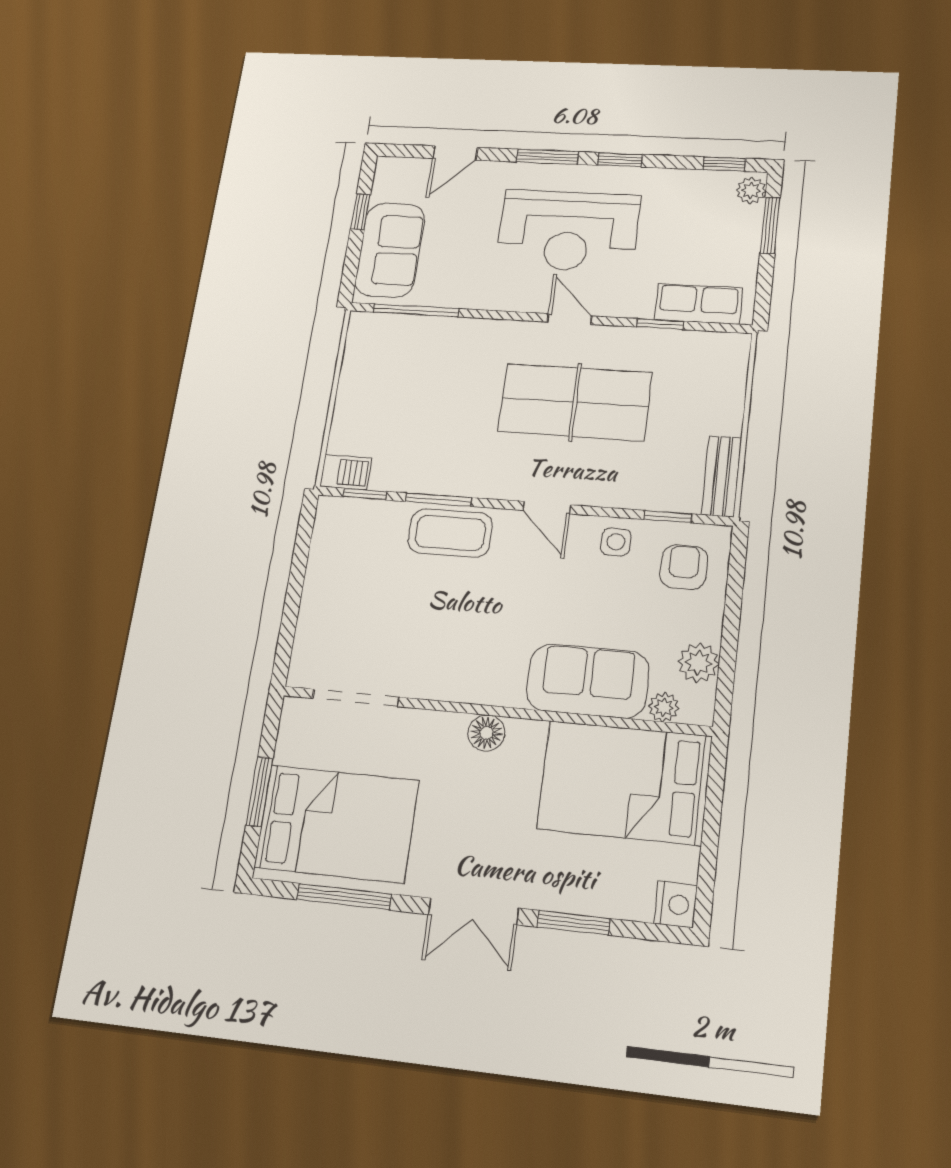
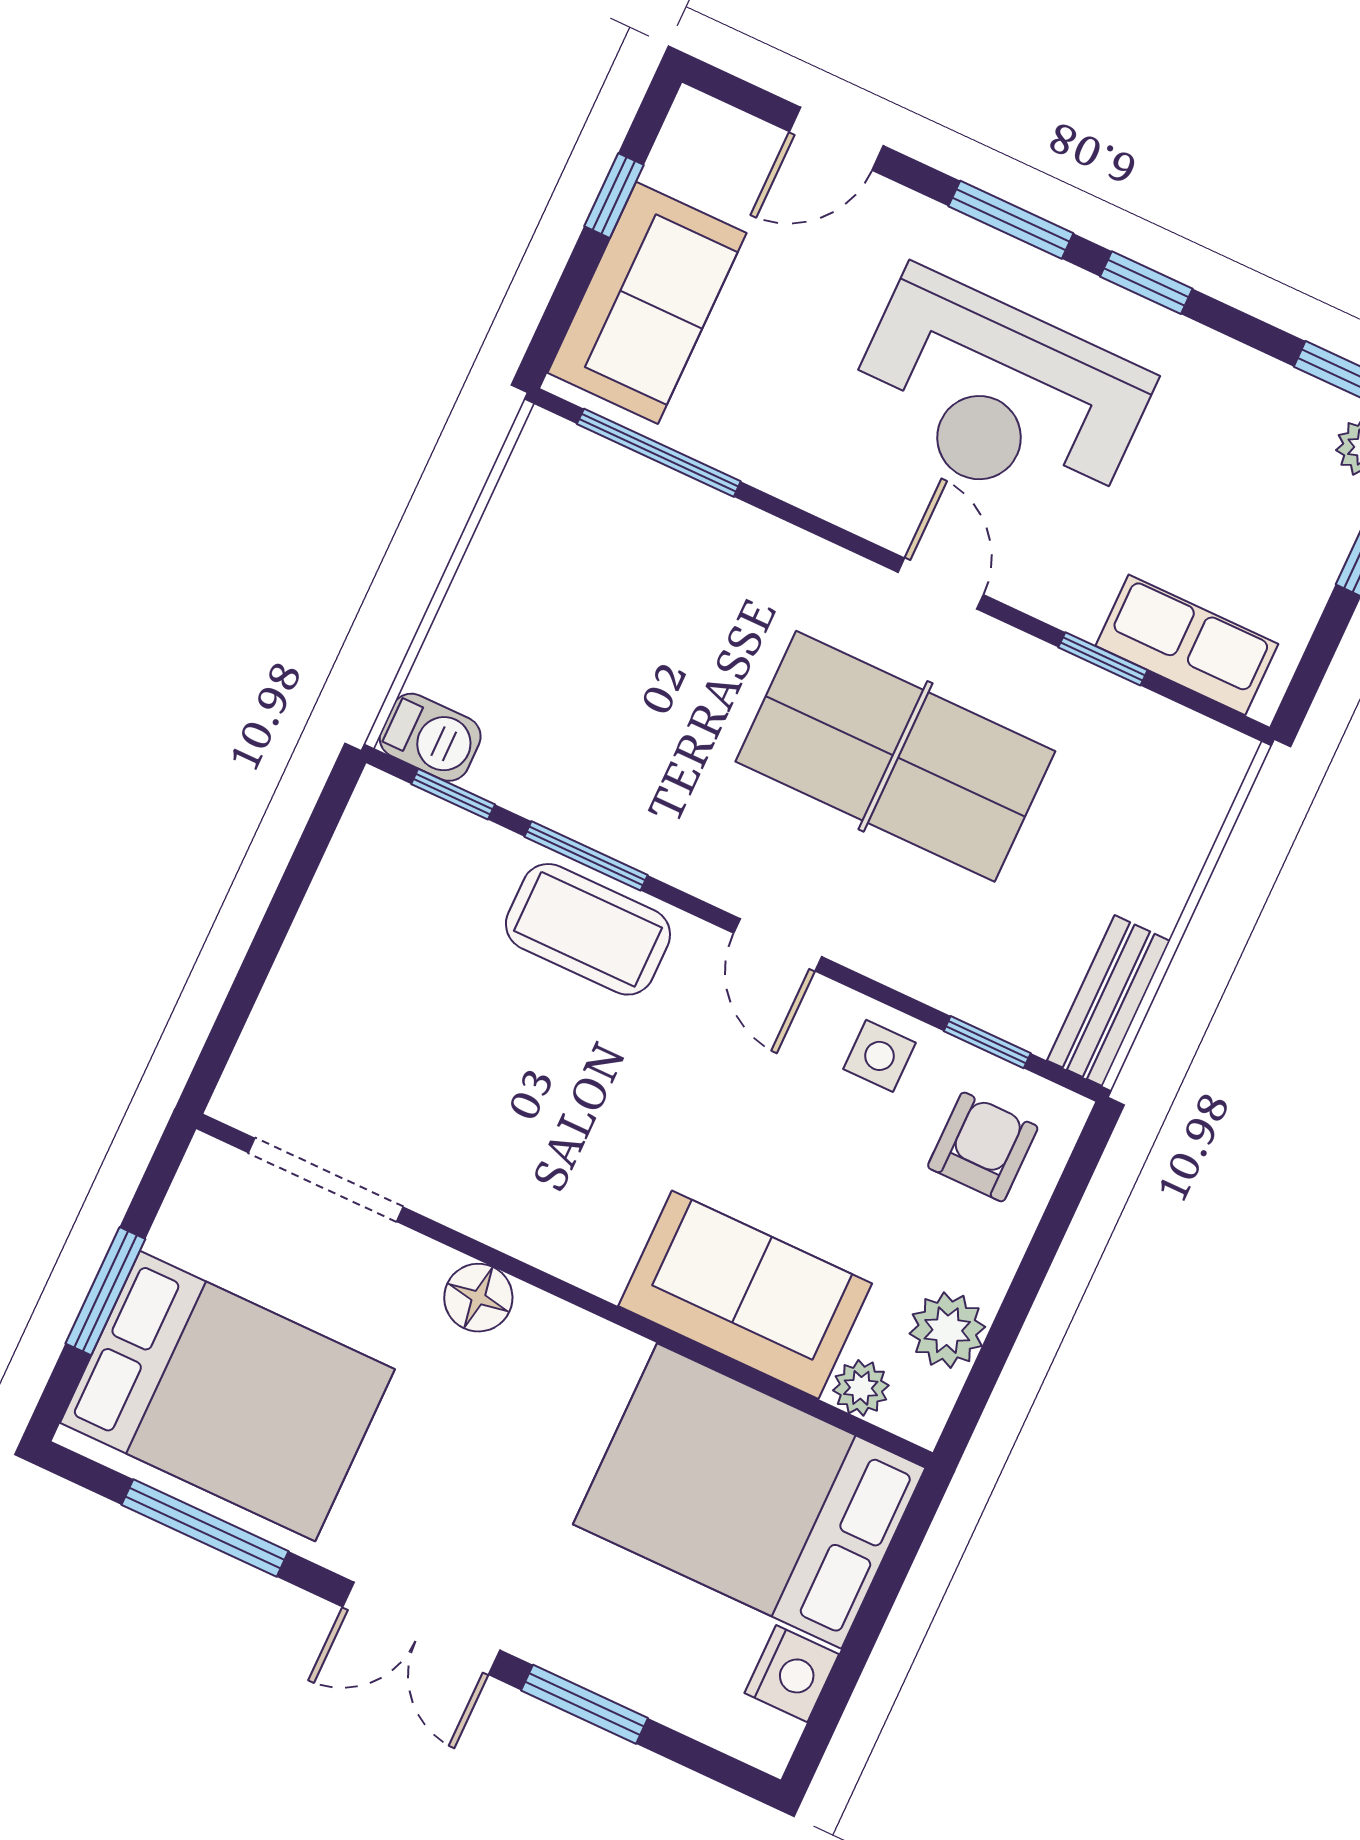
floor lamp: (486, 733) -> (478, 1298), moved
nightstand: (676, 904) -> (792, 1674), moved

